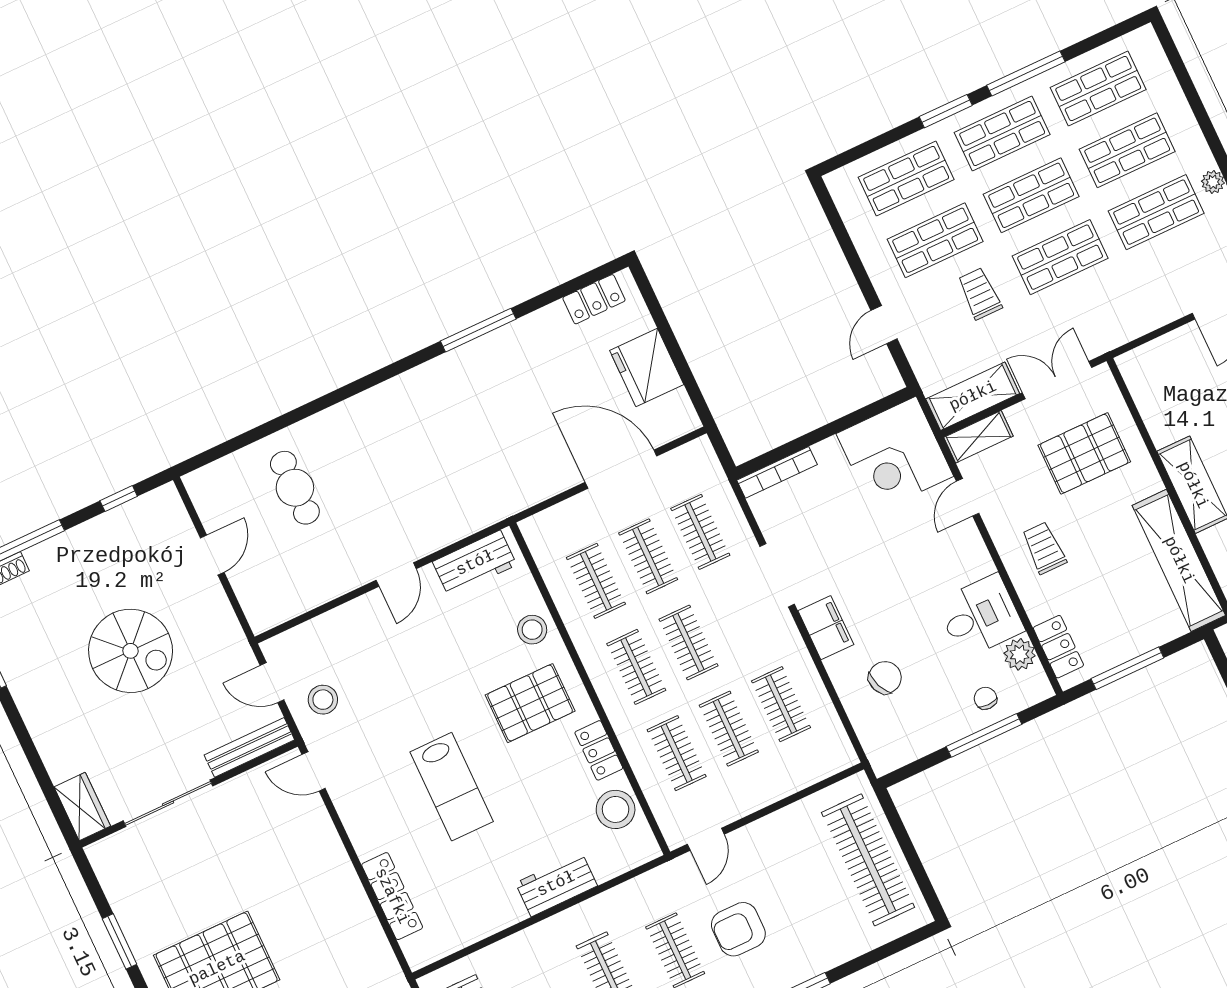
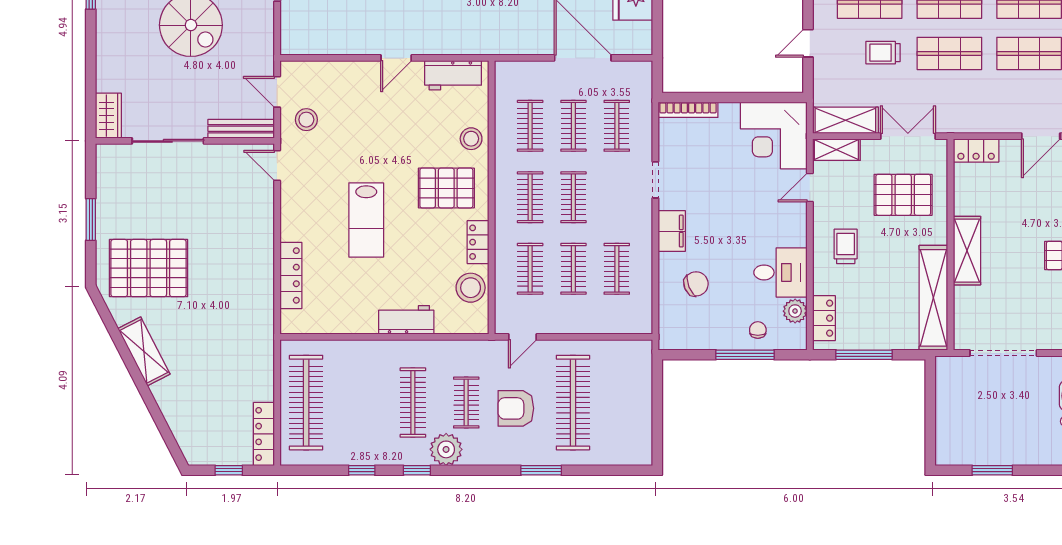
trolley: (980, 294) -> (883, 53), turned -90
locker: (1147, 359) -> (976, 150), added
doorway: (777, 575) -> (655, 180), width x0.73
clothes rail: (868, 860) -> (573, 403), moved

